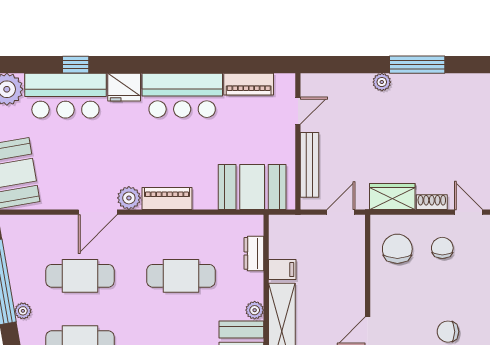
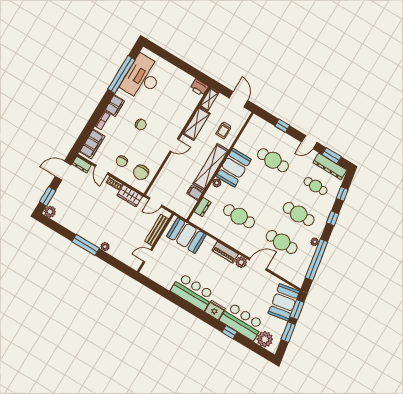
piano: (249, 84) -> (162, 280), removed

